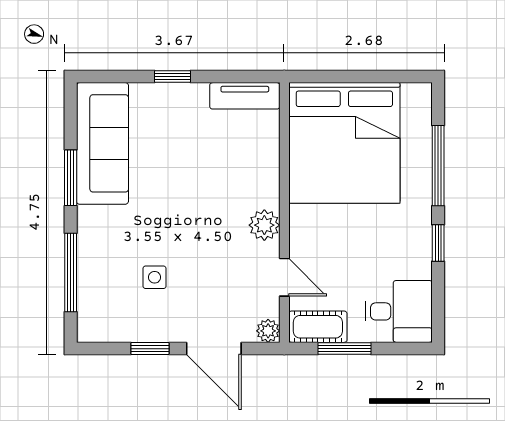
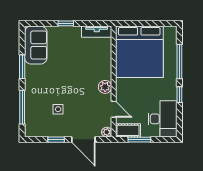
sofa: (102, 143) -> (36, 45), width x0.73
desk: (399, 311) -> (163, 119), width x1.37

